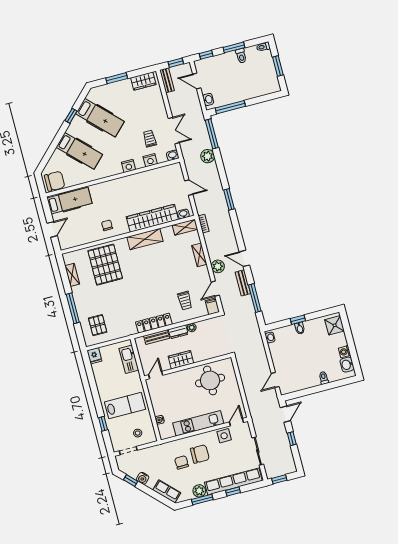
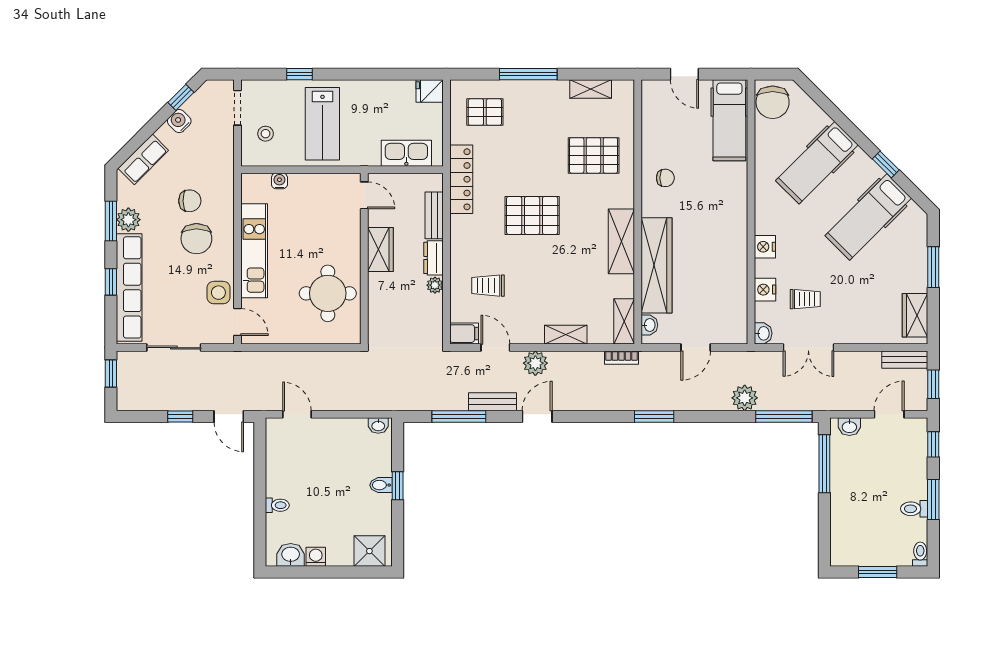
pallet: (105, 265) -> (594, 155), width x0.73, depth x0.71
pallet: (144, 288) -> (532, 215), added
locker: (154, 323) -> (461, 179), moved

